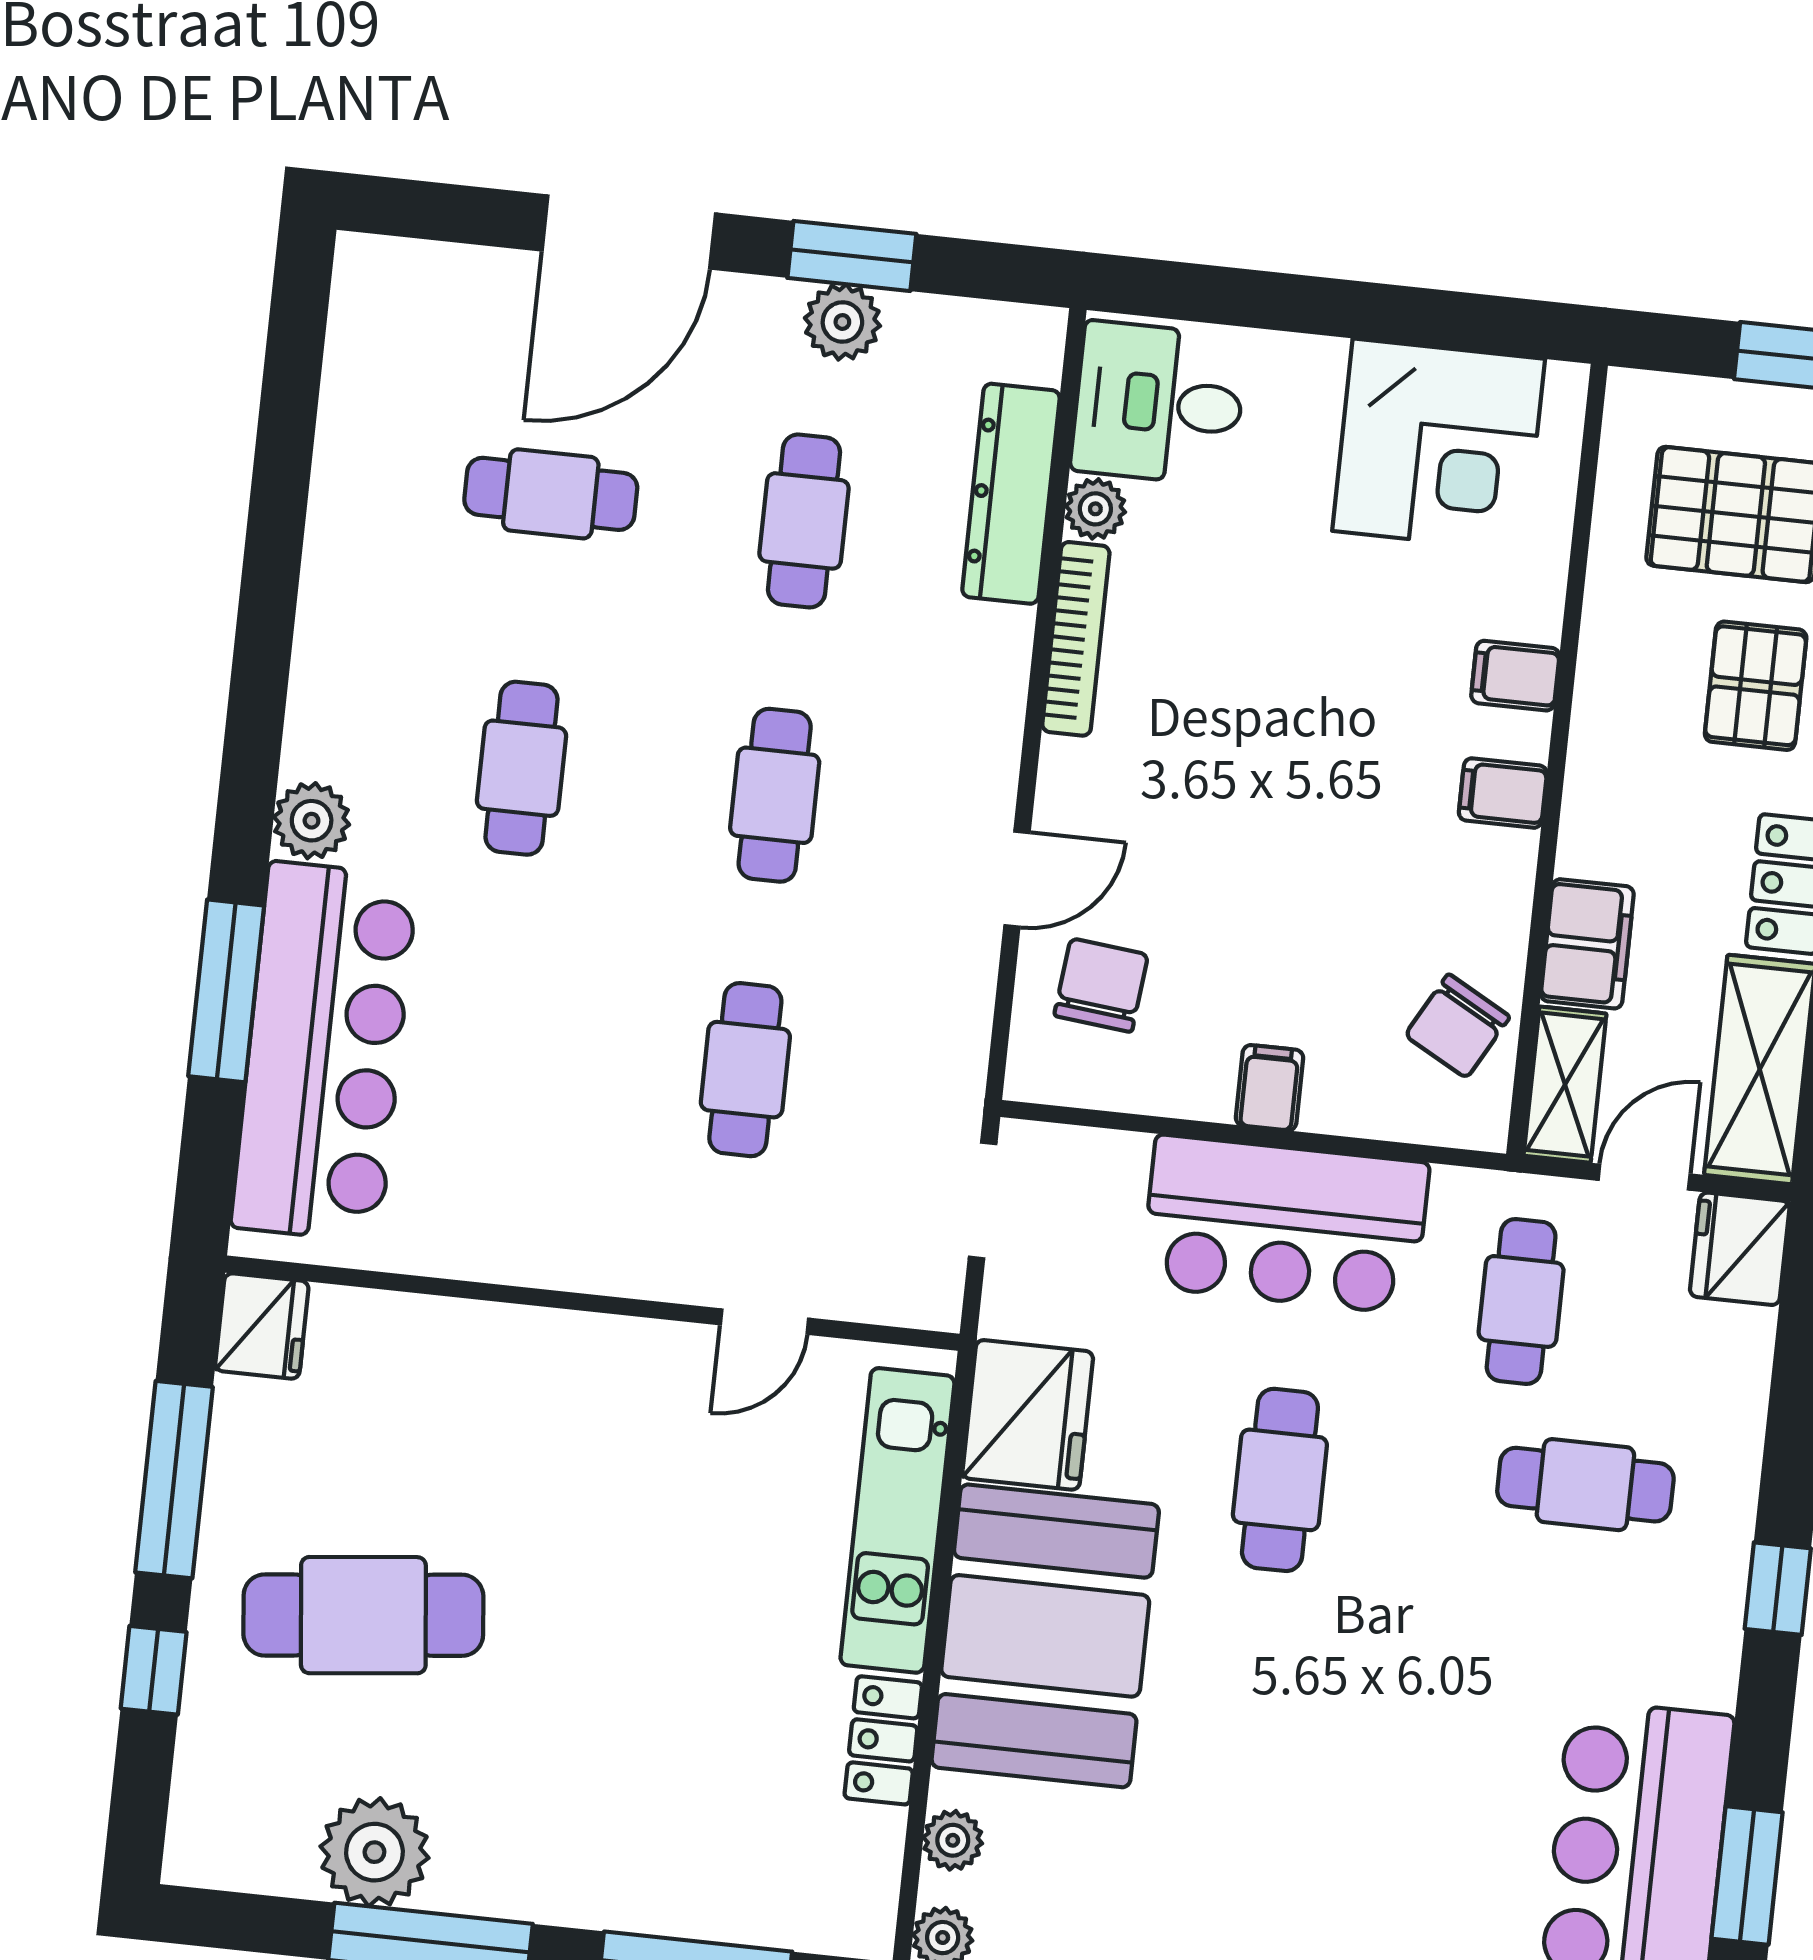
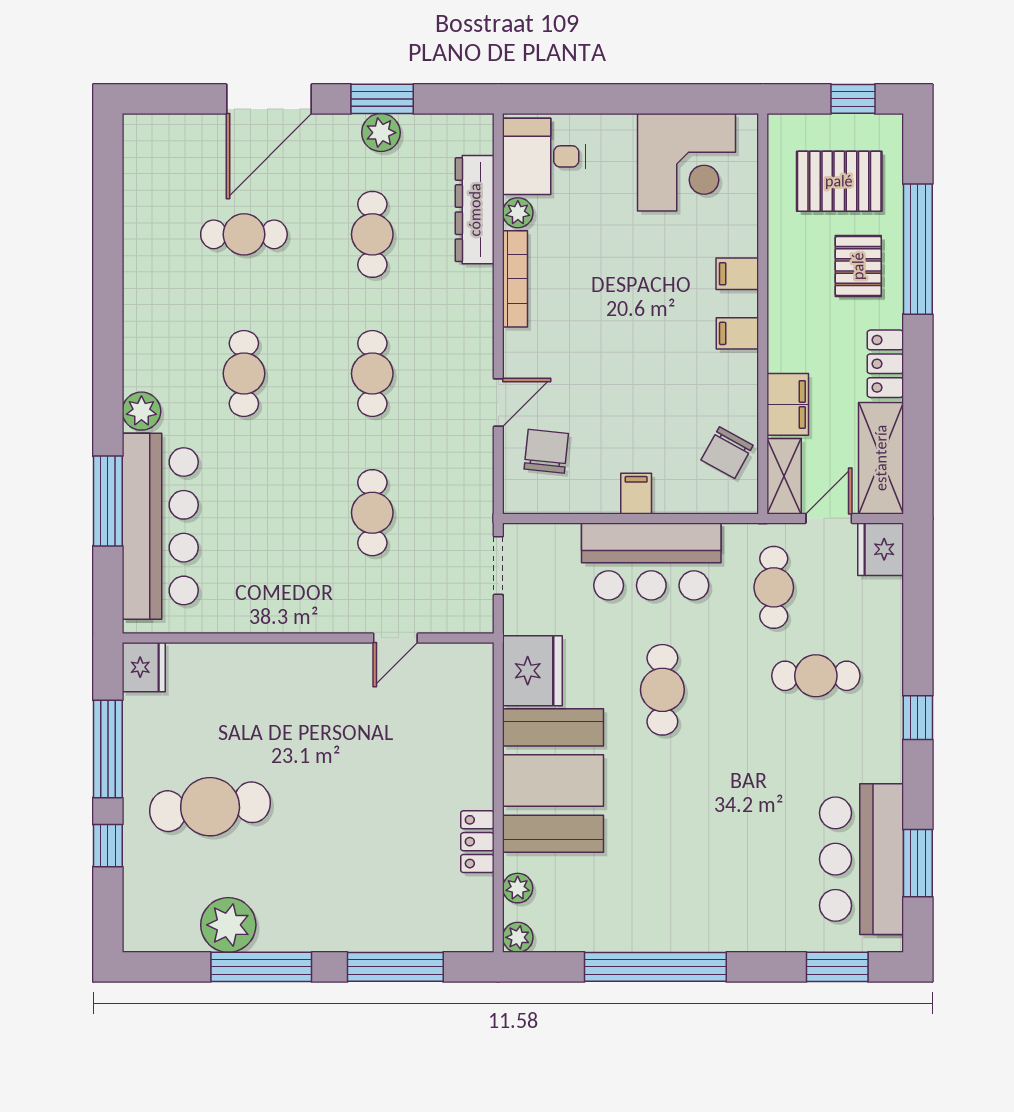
kitchen unit: (897, 1520) -> (473, 731), removed

